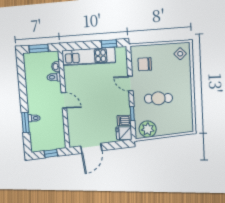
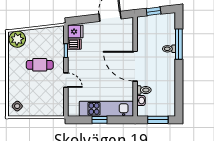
window: (109, 44) -> (100, 120), moved
chair: (145, 64) -> (51, 98), removed
door: (64, 100) -> (135, 66), width x1.88
window: (26, 123) -> (179, 44), width x1.44
plant: (148, 129) -> (17, 39), moved

